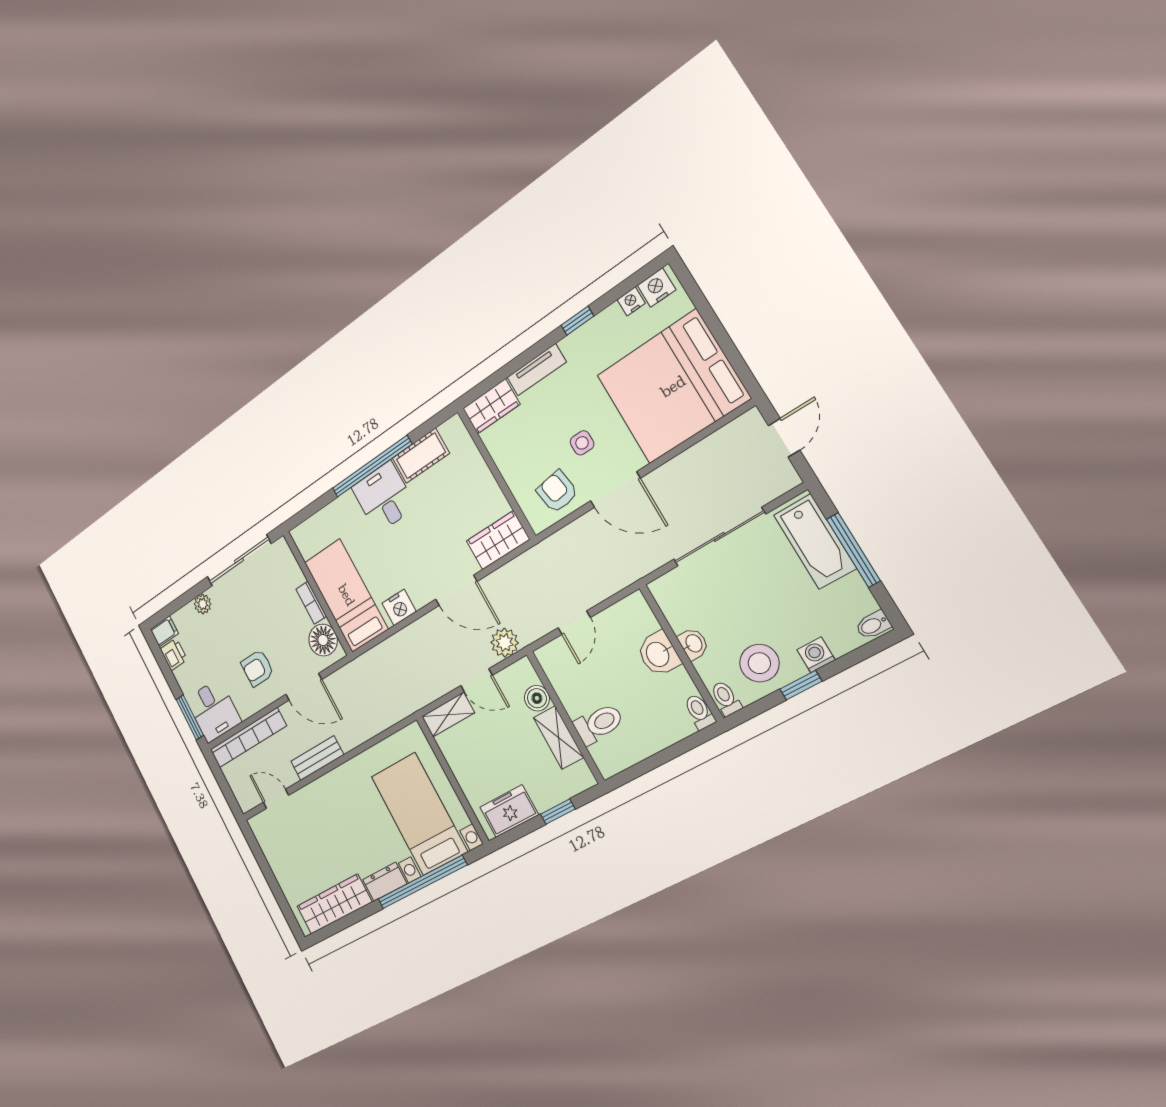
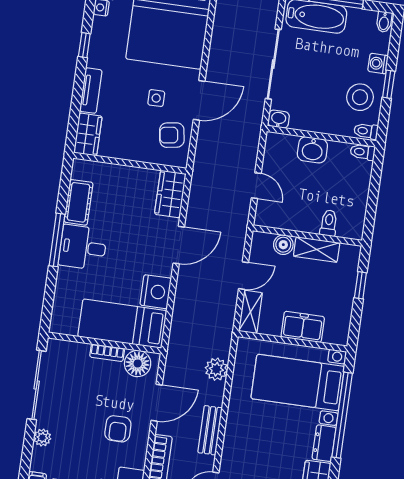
window: (372, 466) -> (57, 240), width x0.68
nightstand: (399, 607) -> (156, 292), width x1.36, depth x1.33
plant: (505, 643) -> (216, 369), moved
washbasin: (693, 644) -> (279, 119), moved
toilet: (599, 724) -> (329, 223), width x0.73, depth x0.72
freezer: (509, 811) -> (303, 327), moved, turned 90

